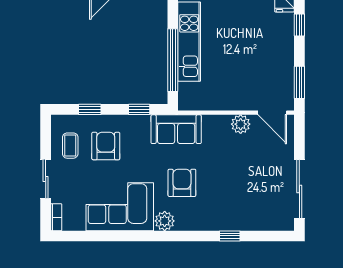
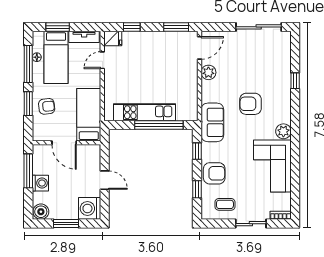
armchair: (106, 146) -> (214, 173), moved, turned 180
armchair: (182, 183) -> (250, 104), moved

